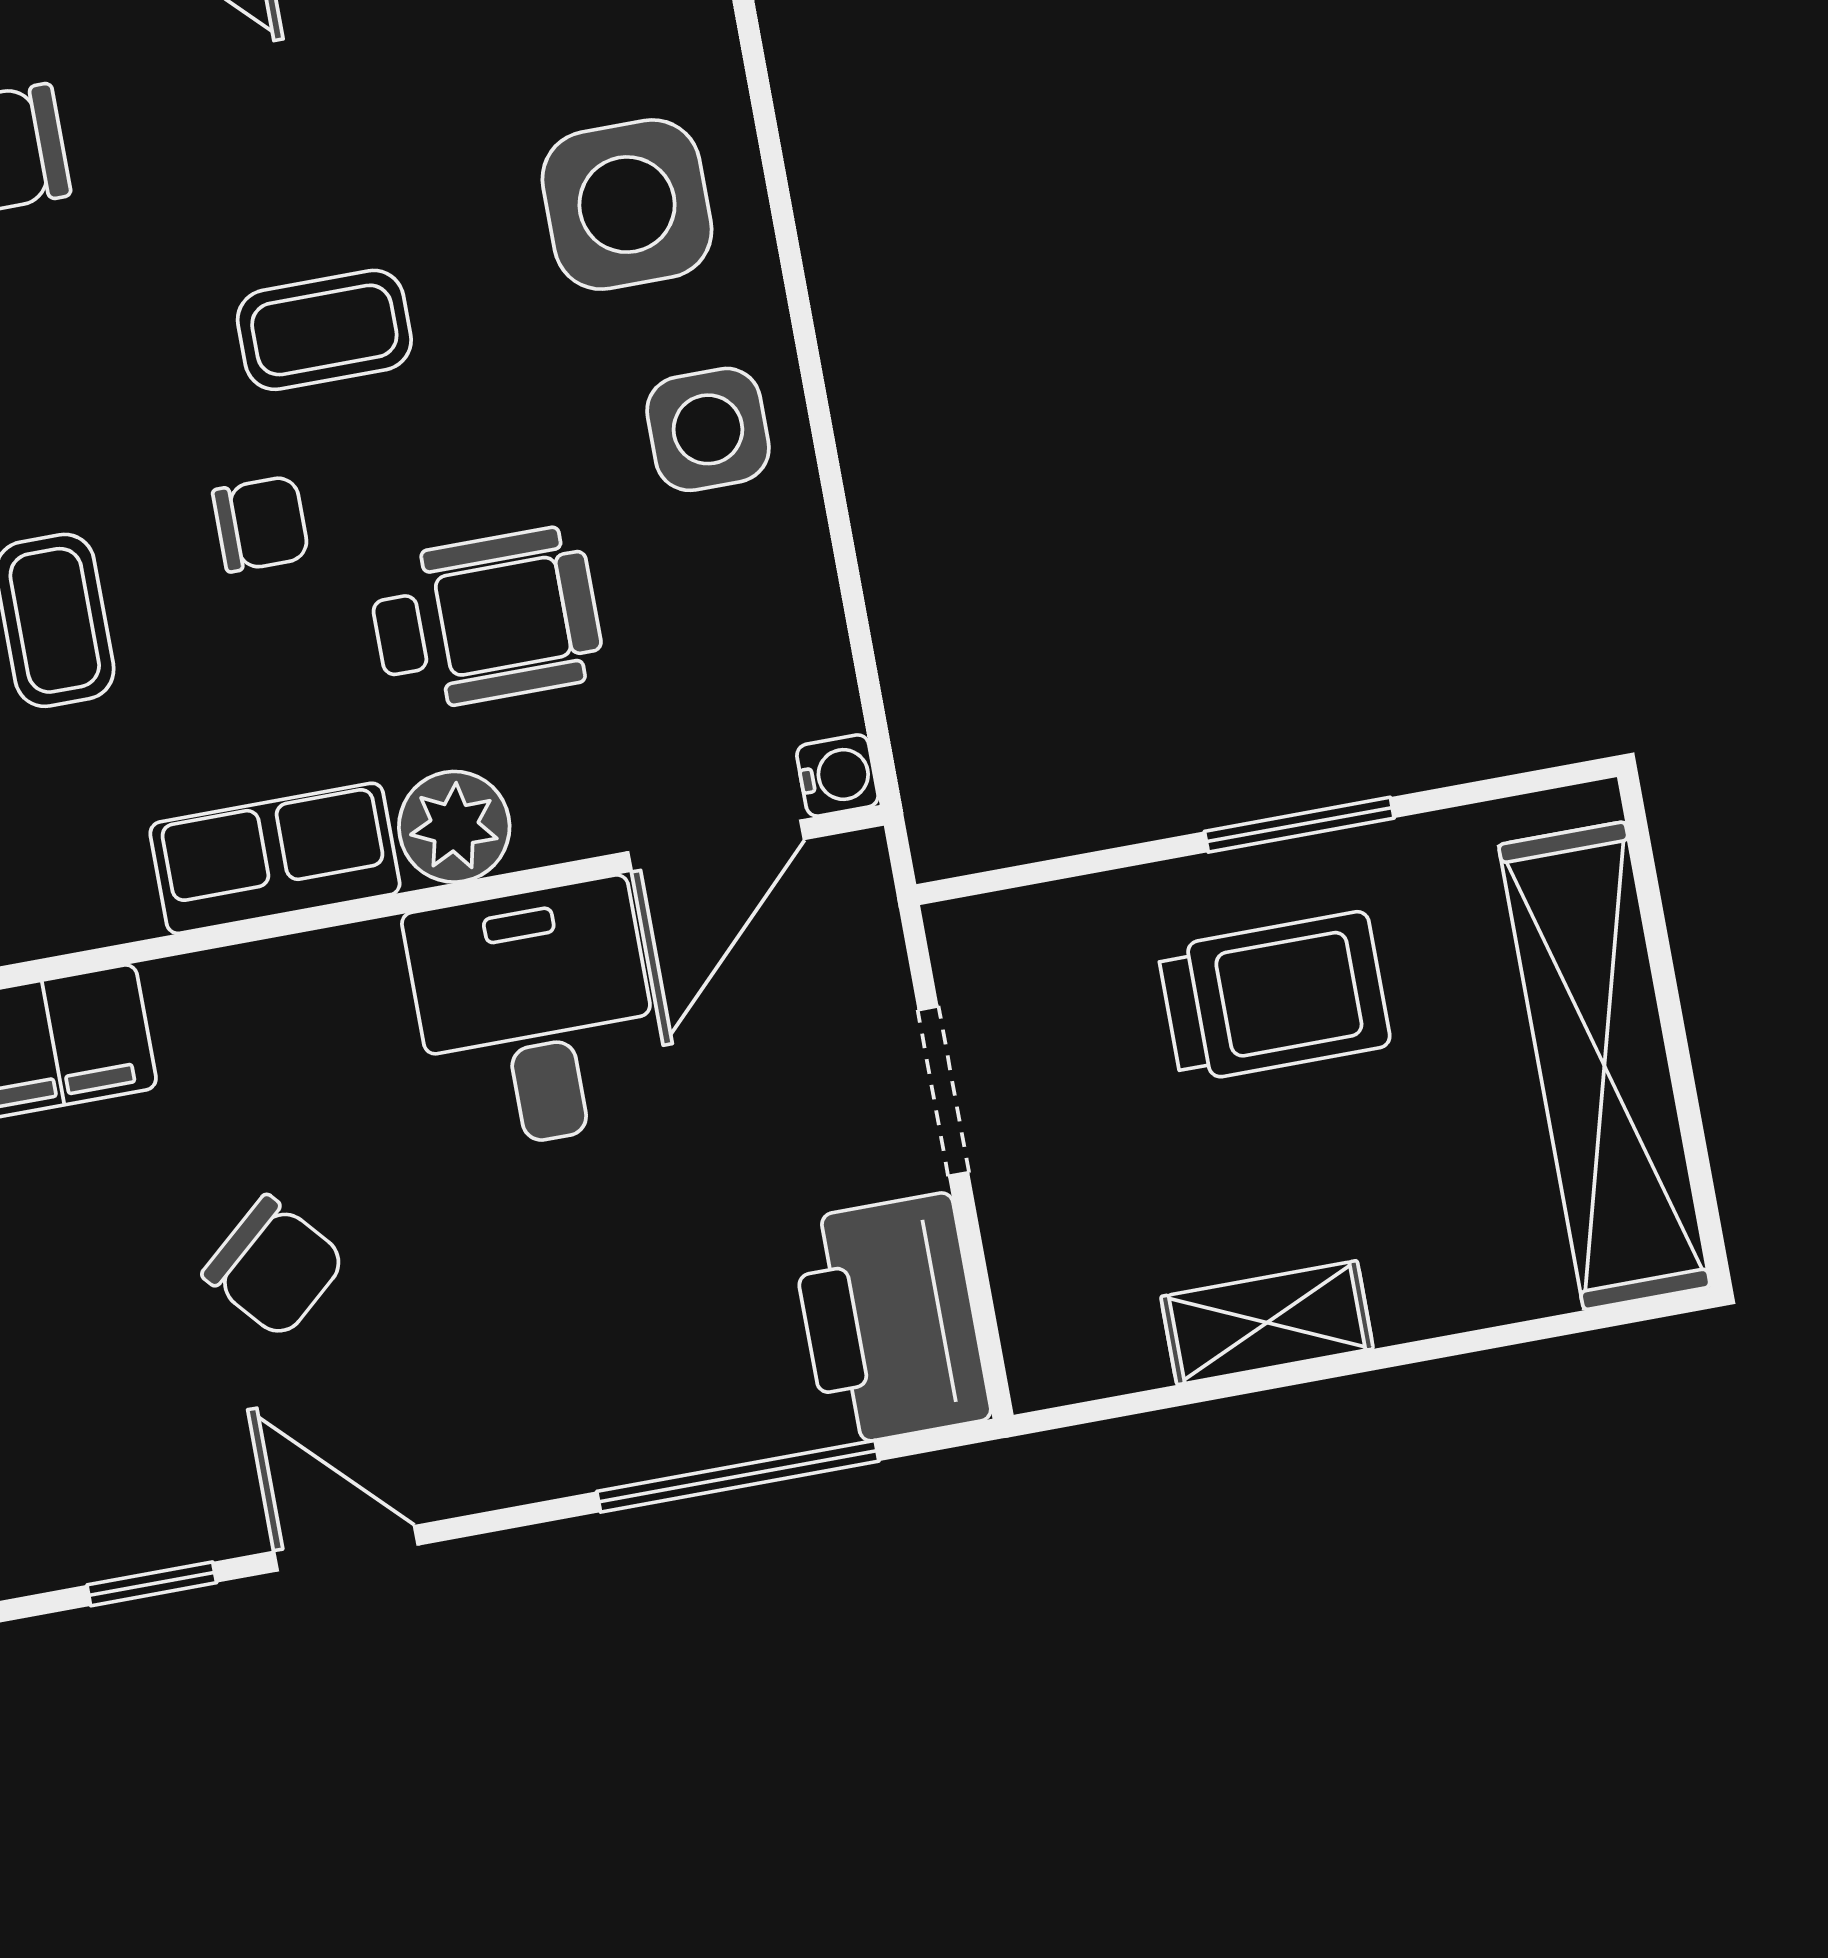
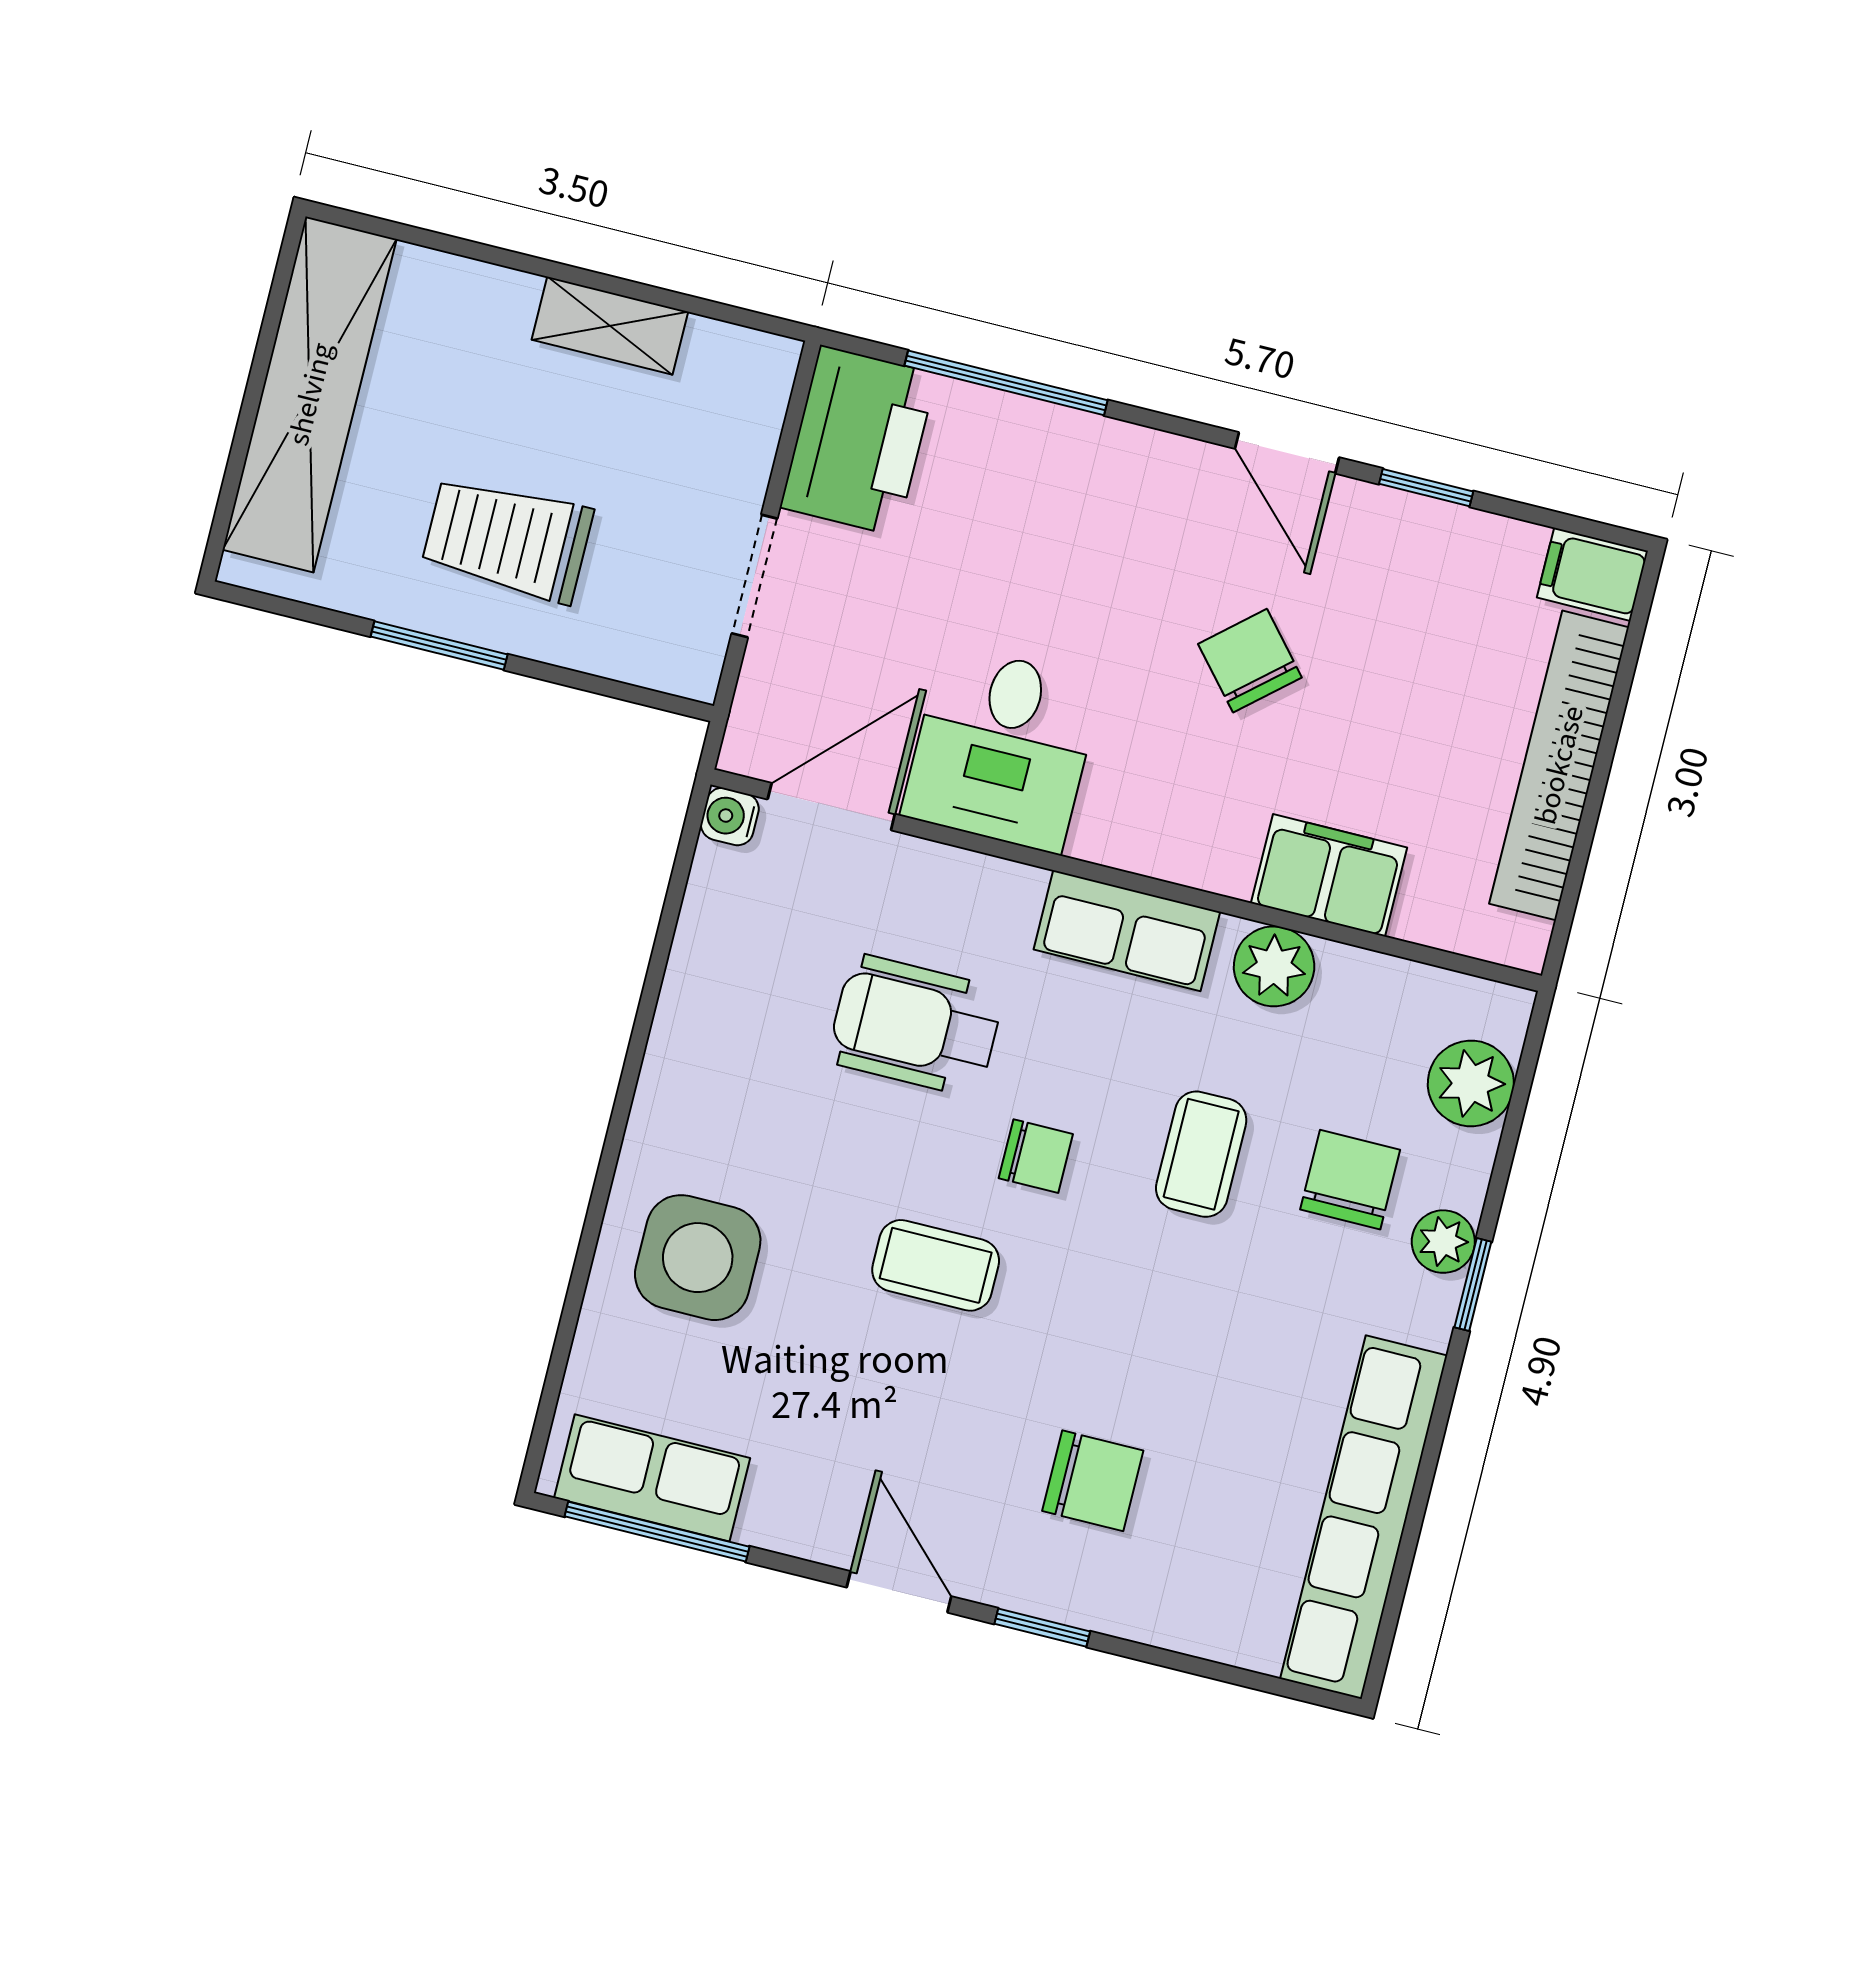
side table: (708, 429) -> (712, 1084), removed
chair: (261, 524) -> (1036, 1156), turned 180
plant: (454, 827) -> (1274, 966), moved

